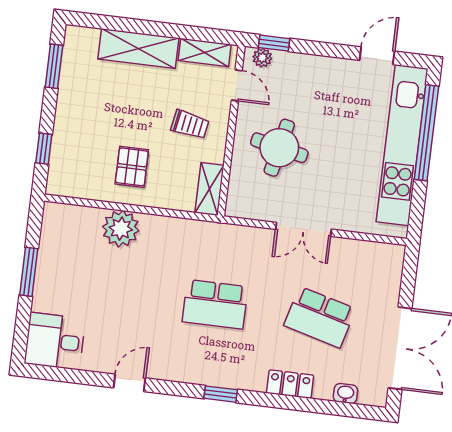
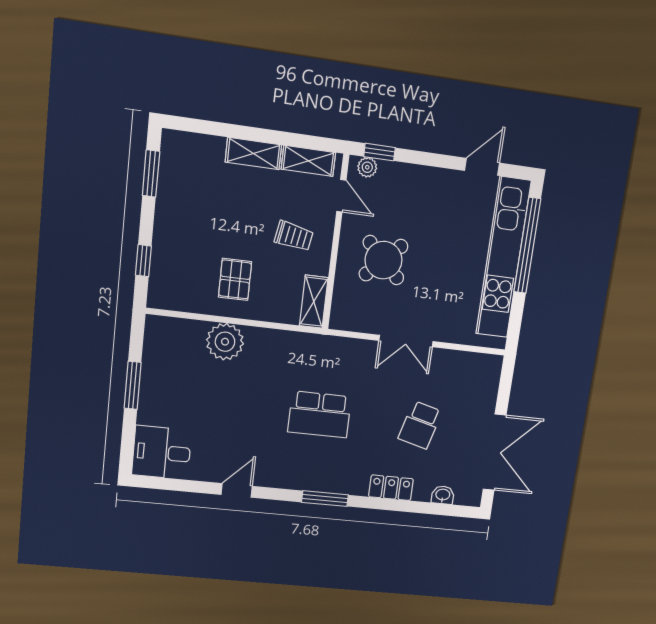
shelving: (138, 49) -> (253, 153), width x0.67, depth x0.75
round table: (279, 148) -> (383, 260), turned 33
school desk: (320, 317) -> (420, 425), width x0.54
window: (221, 394) -> (325, 499), width x1.50

